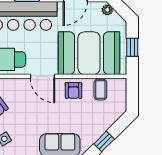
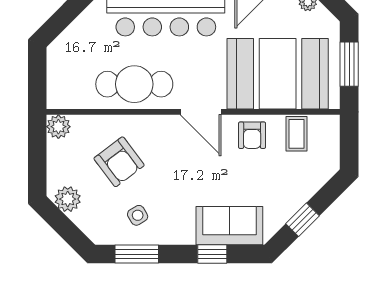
window: (132, 47) -> (349, 64), width x1.50

